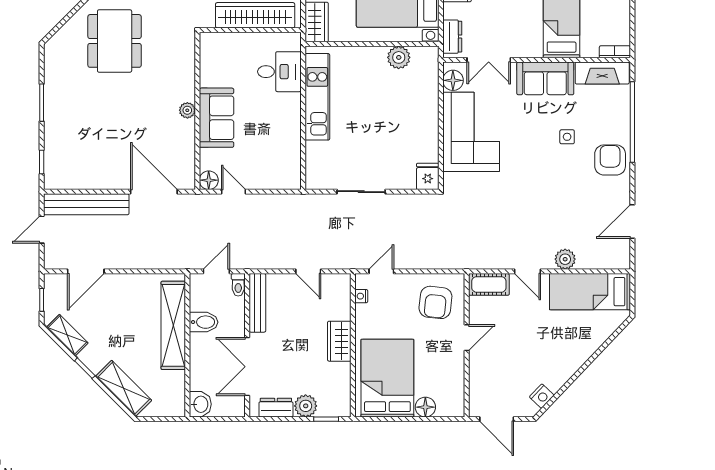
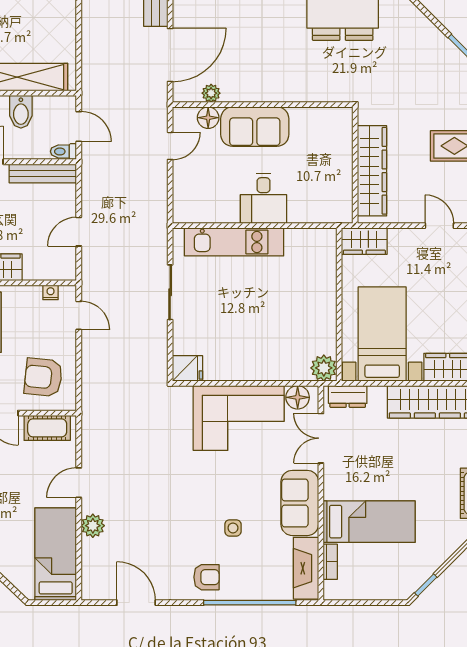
bookcase: (615, 52) -> (330, 562), moved
plant: (399, 57) -> (324, 368), moved
desk: (279, 72) -> (264, 199), moved
kitchen unit: (317, 97) -> (234, 242), moved
plant: (187, 110) -> (211, 93), moved
armchair: (610, 160) -> (206, 577), width x0.72, depth x0.72
floor lamp: (209, 180) -> (208, 118), moved
cot: (489, 284) -> (47, 428), moved, turned 90

